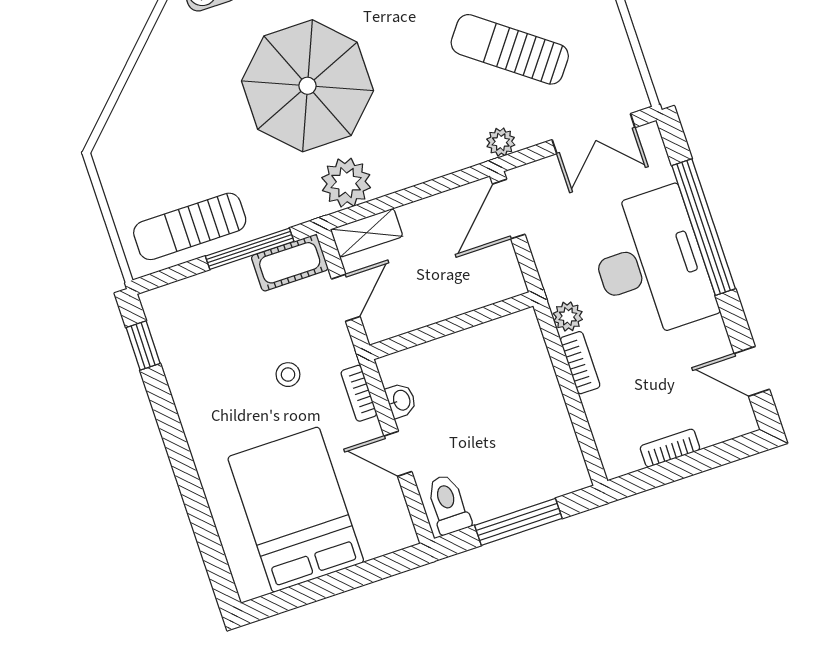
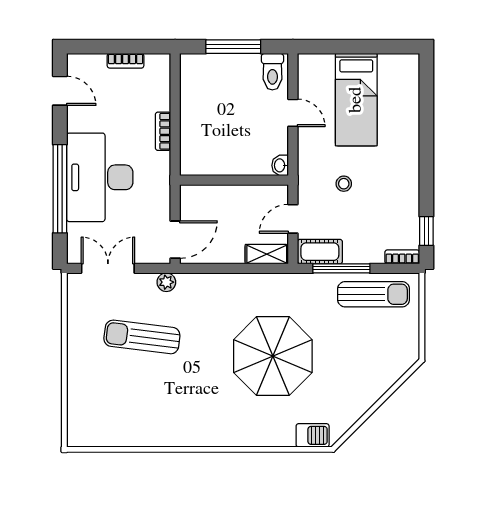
sun lounger: (510, 49) -> (142, 337), turned 150
plant: (346, 183) -> (269, 289), removed
plant: (568, 316) -> (161, 162), removed
bookcase: (359, 393) -> (402, 257), moved, turned -90
washbasin: (401, 400) -> (280, 165), moved
bed: (296, 510) -> (356, 100), width x0.67

